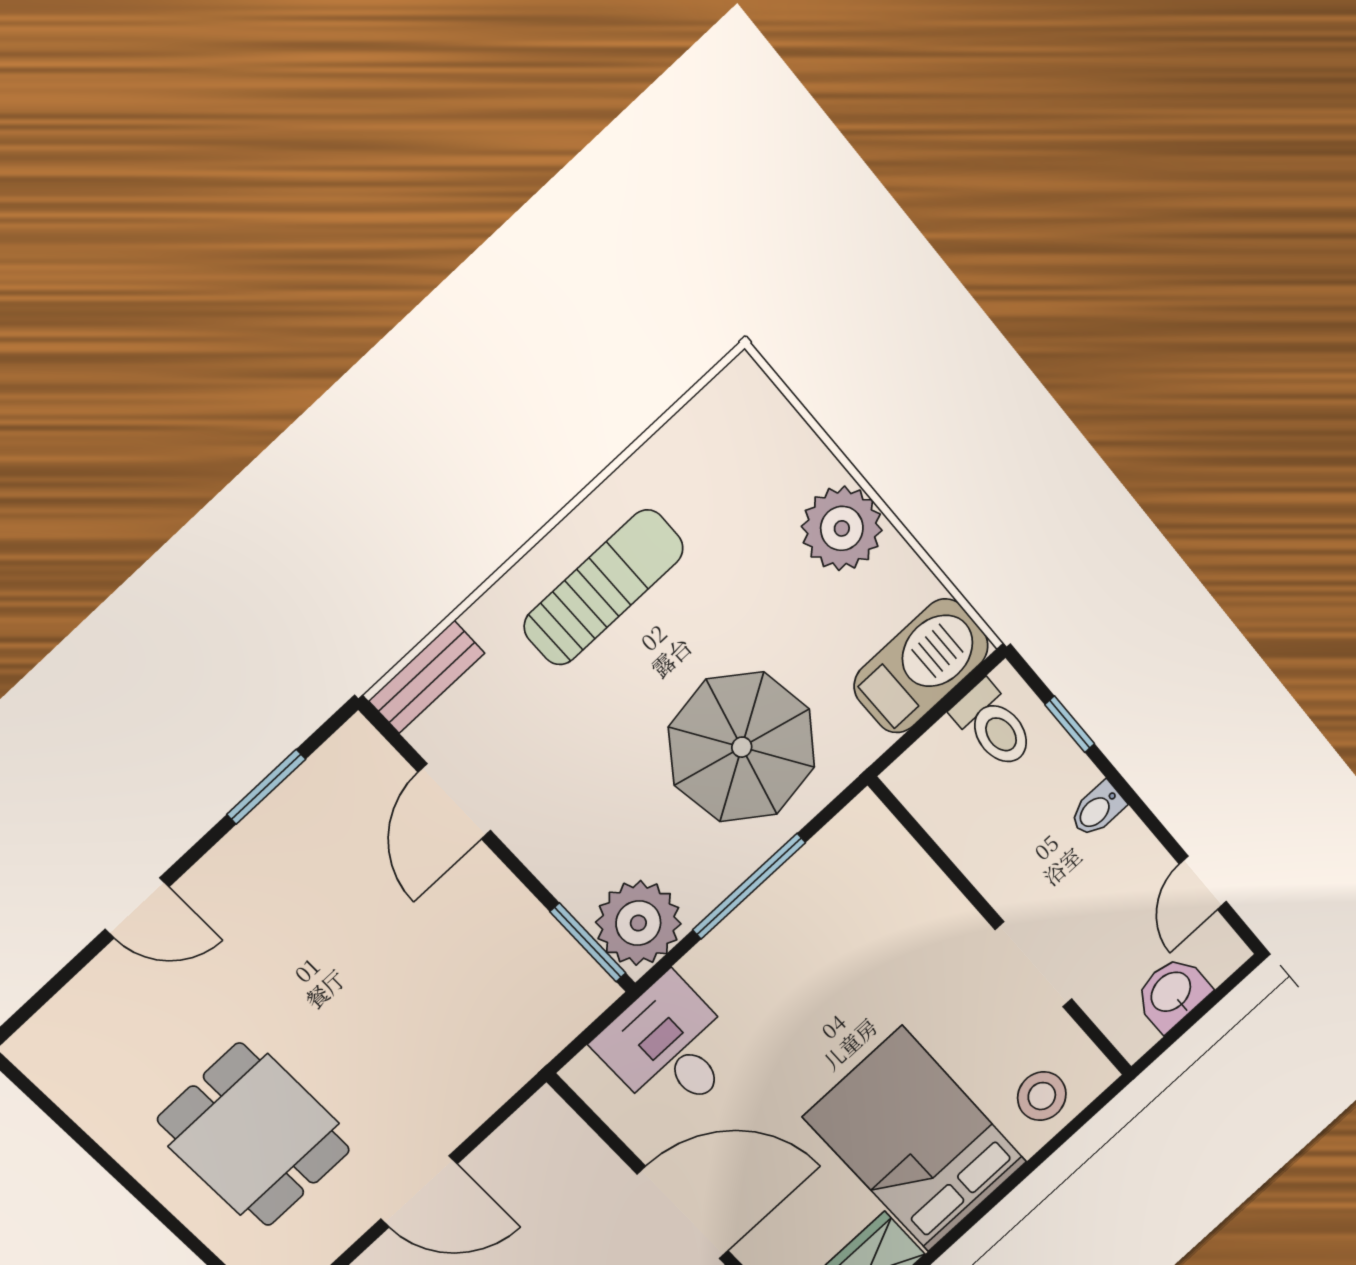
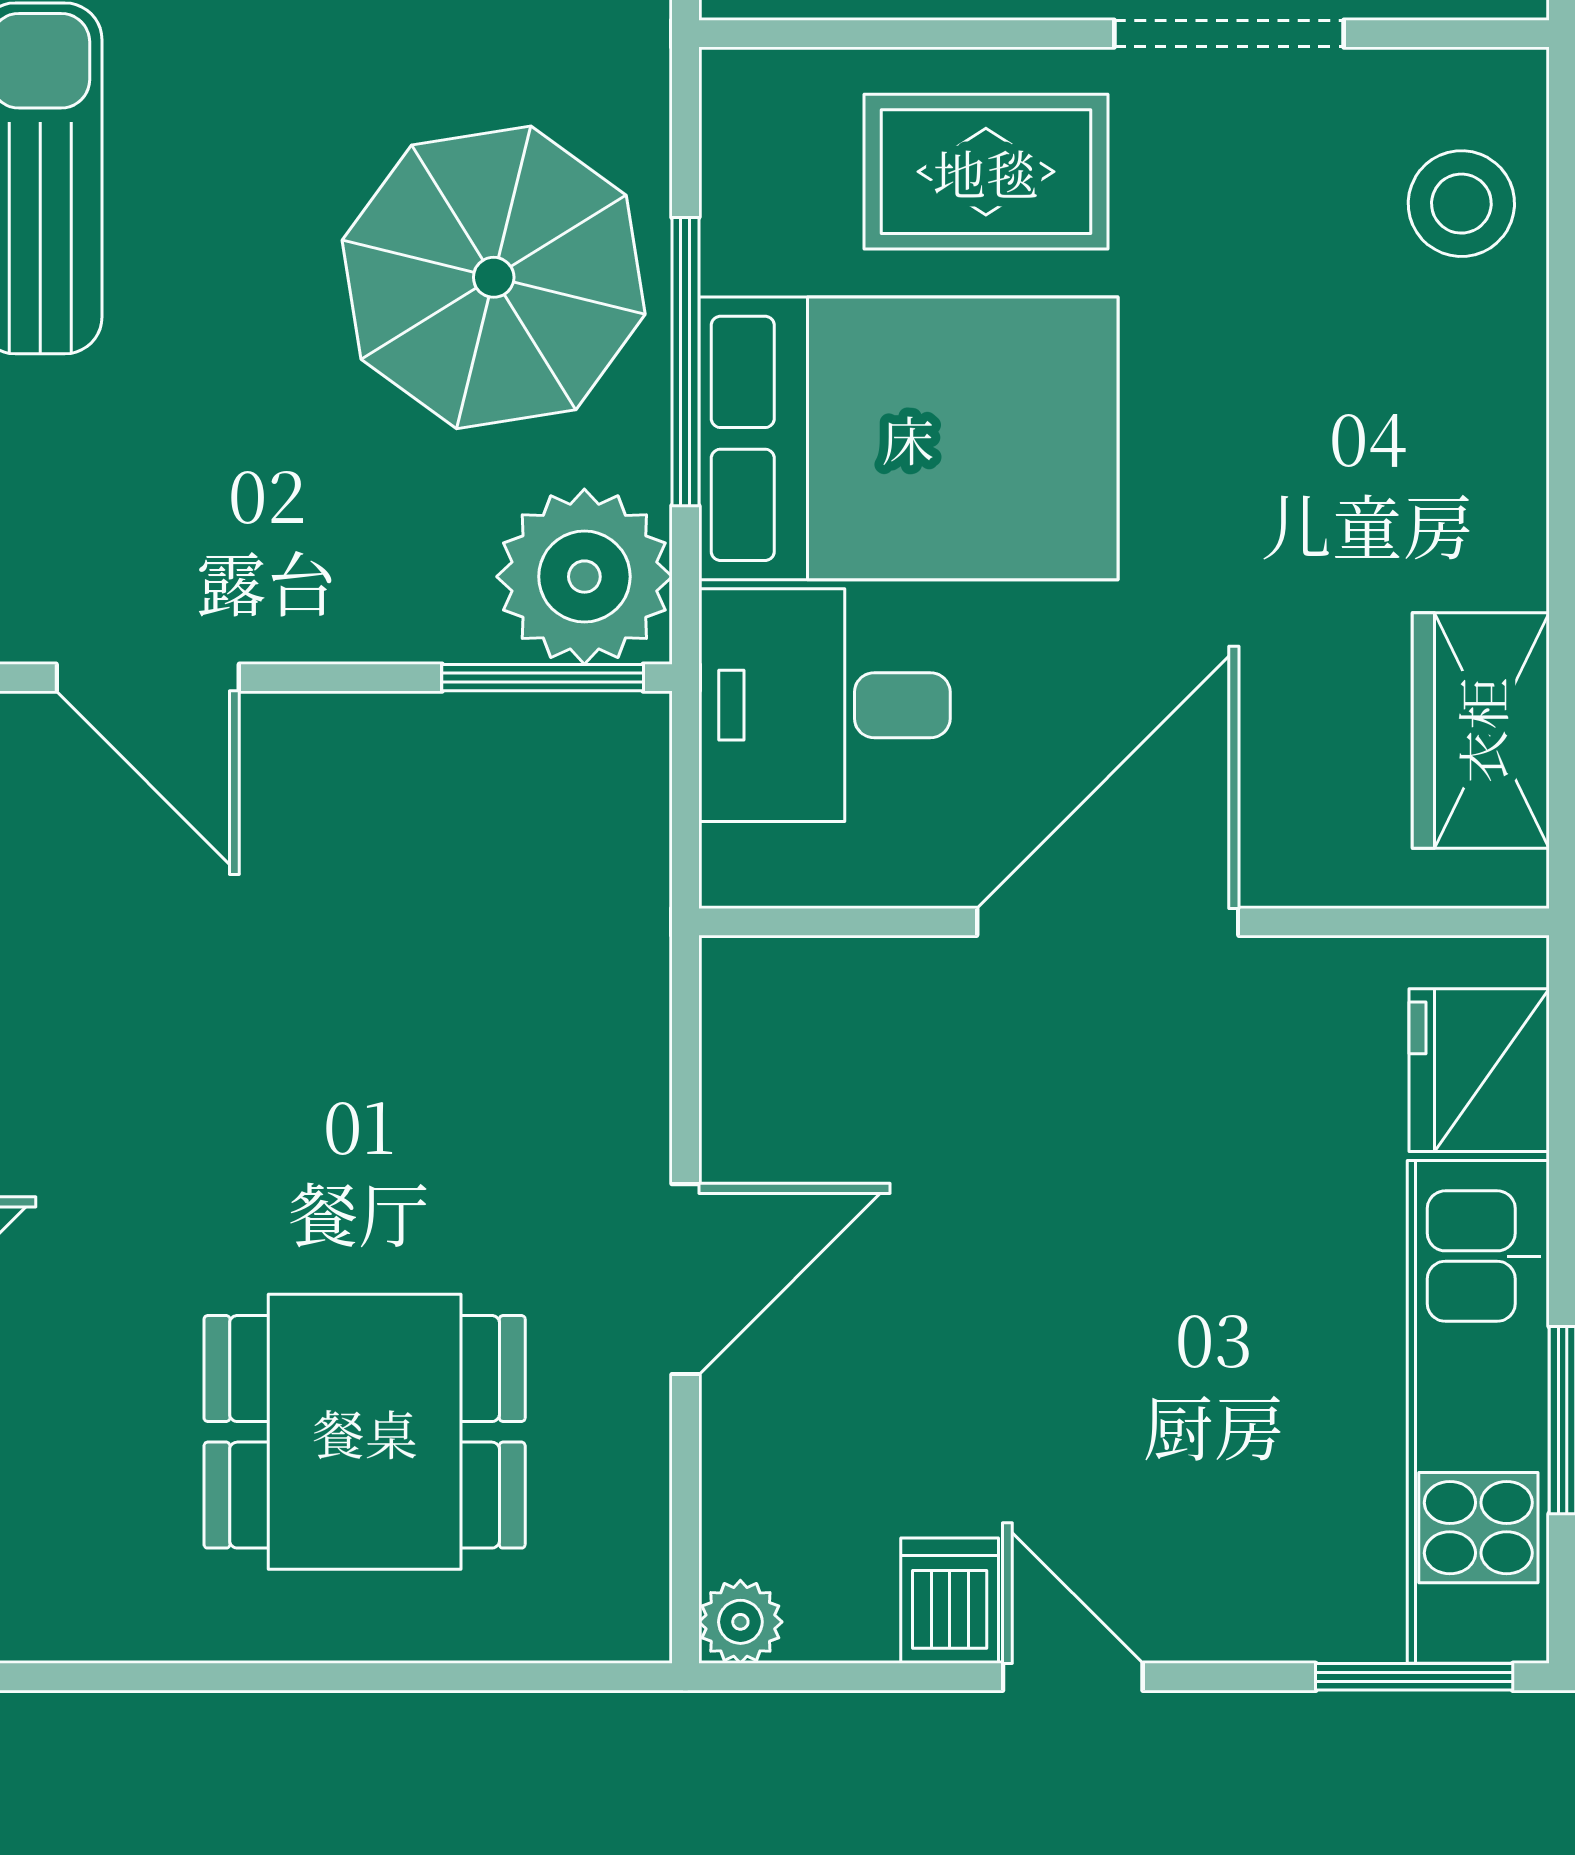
parasol: (742, 747) -> (494, 277), moved
rug: (911, 927) -> (986, 172), added
bed: (915, 1139) -> (908, 438), moved, turned 180

